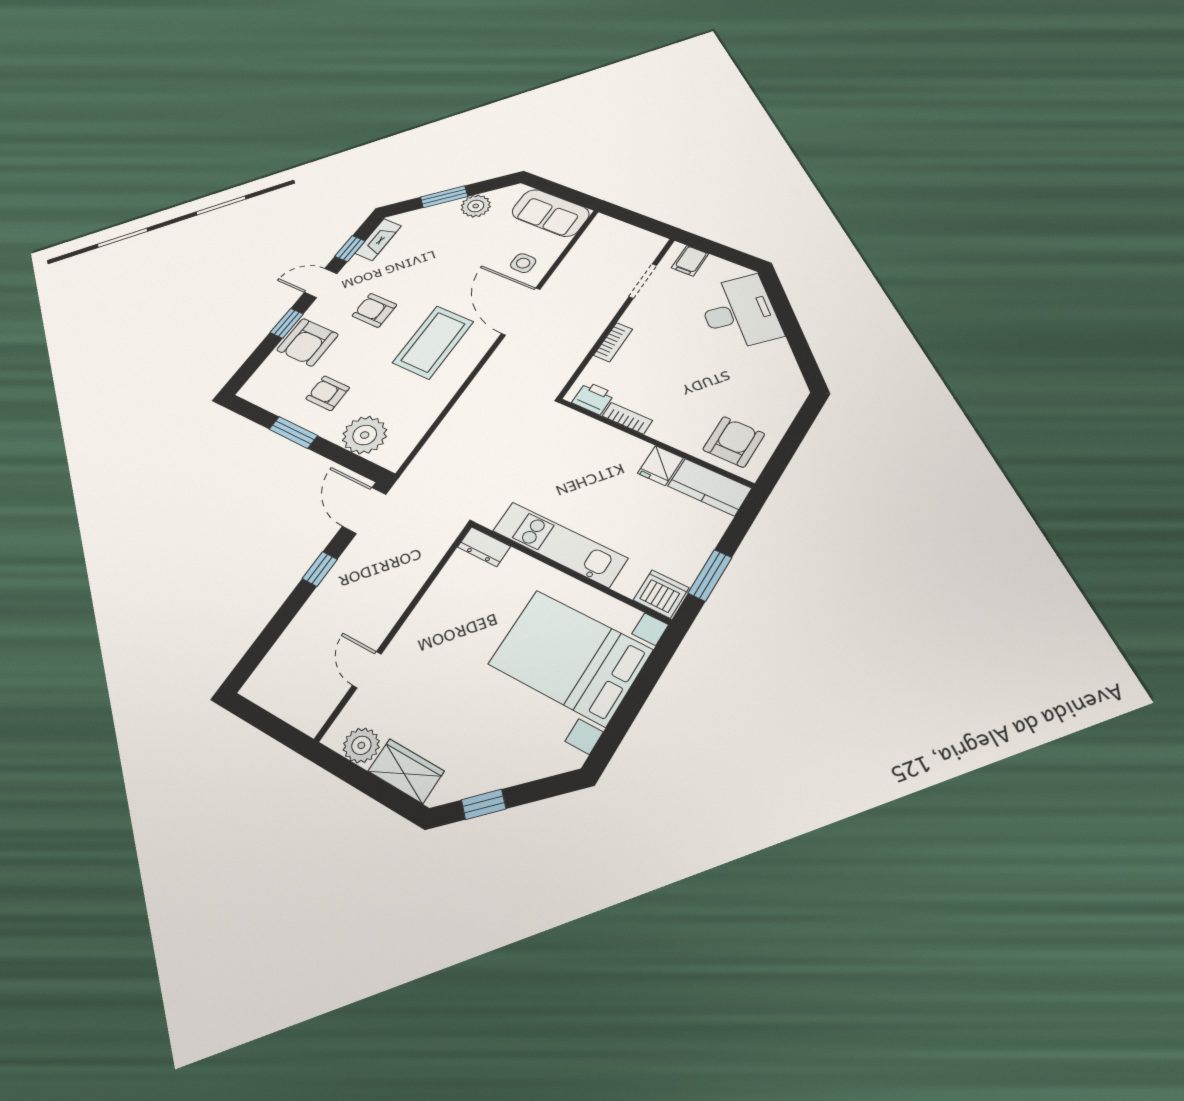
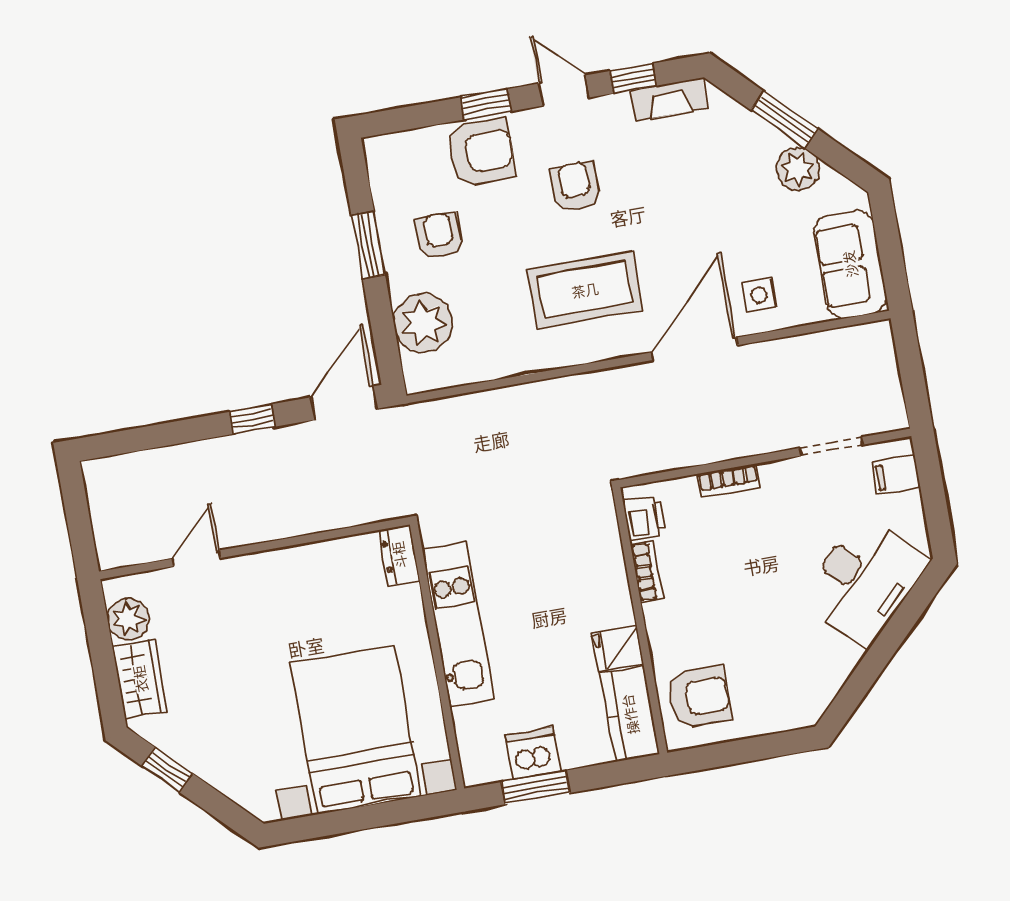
armchair: (308, 342) -> (481, 152), turned 180
dishwasher: (661, 594) -> (533, 754), moved, turned -90

